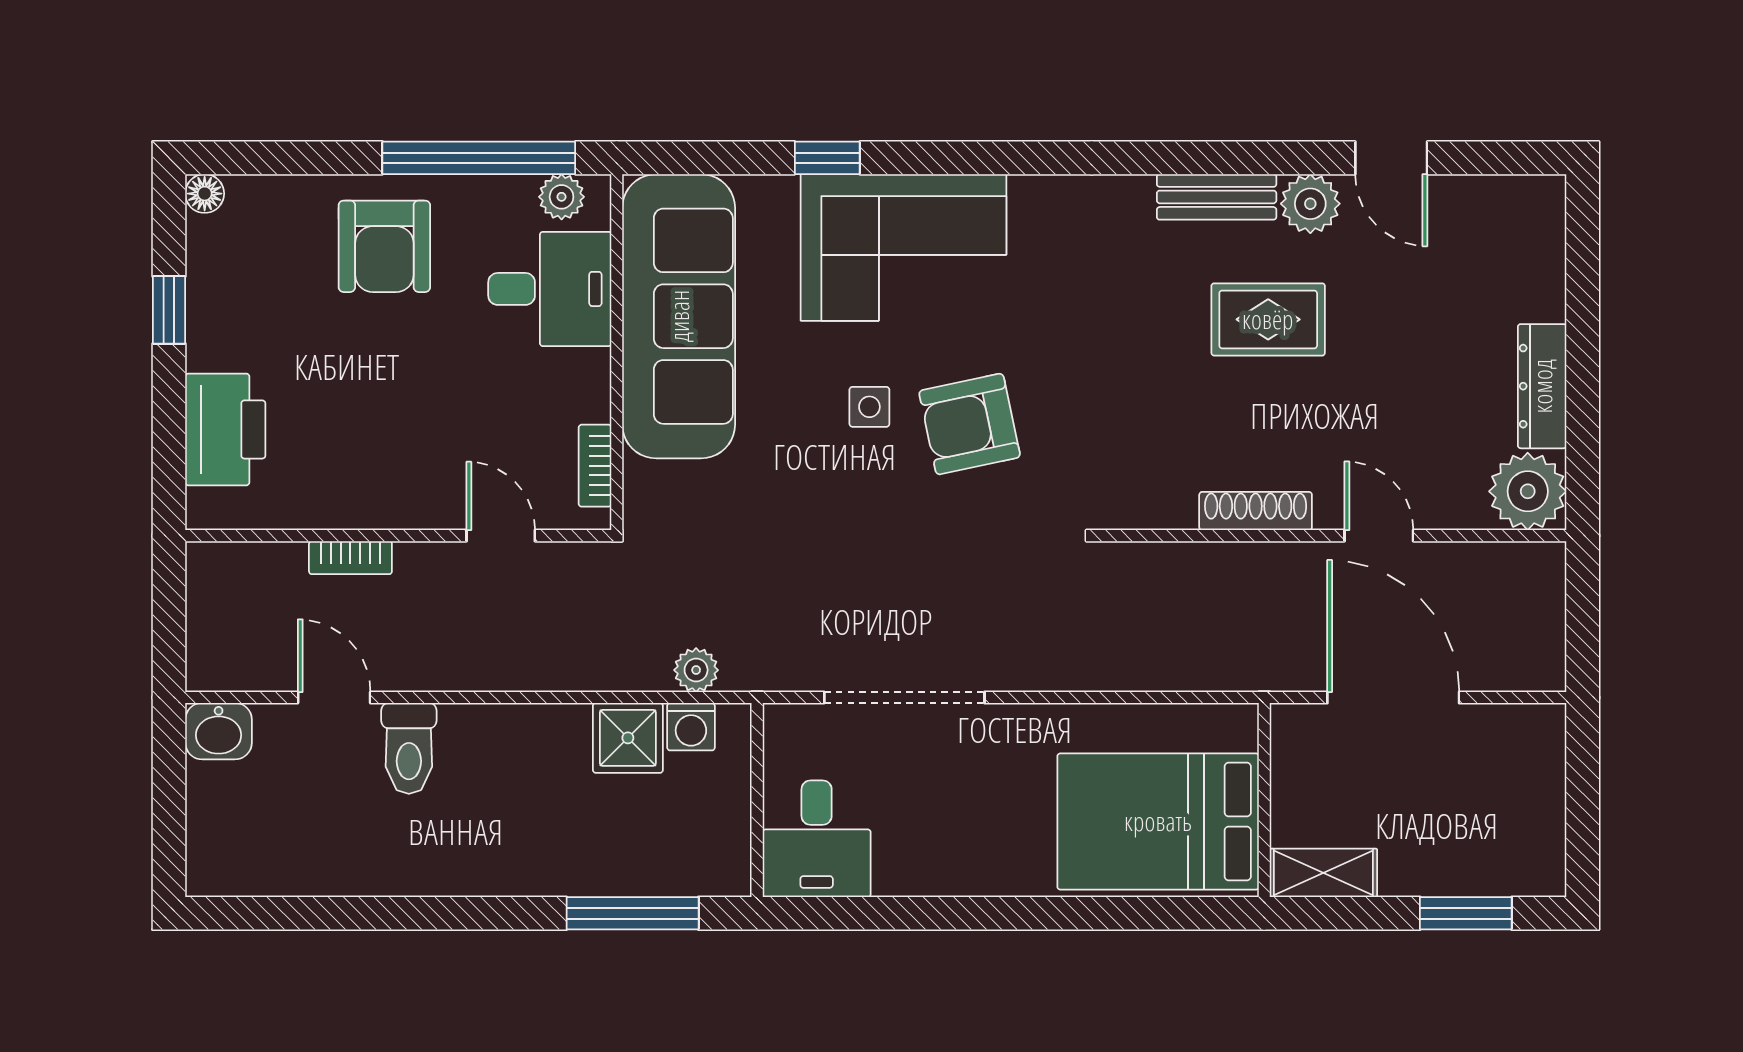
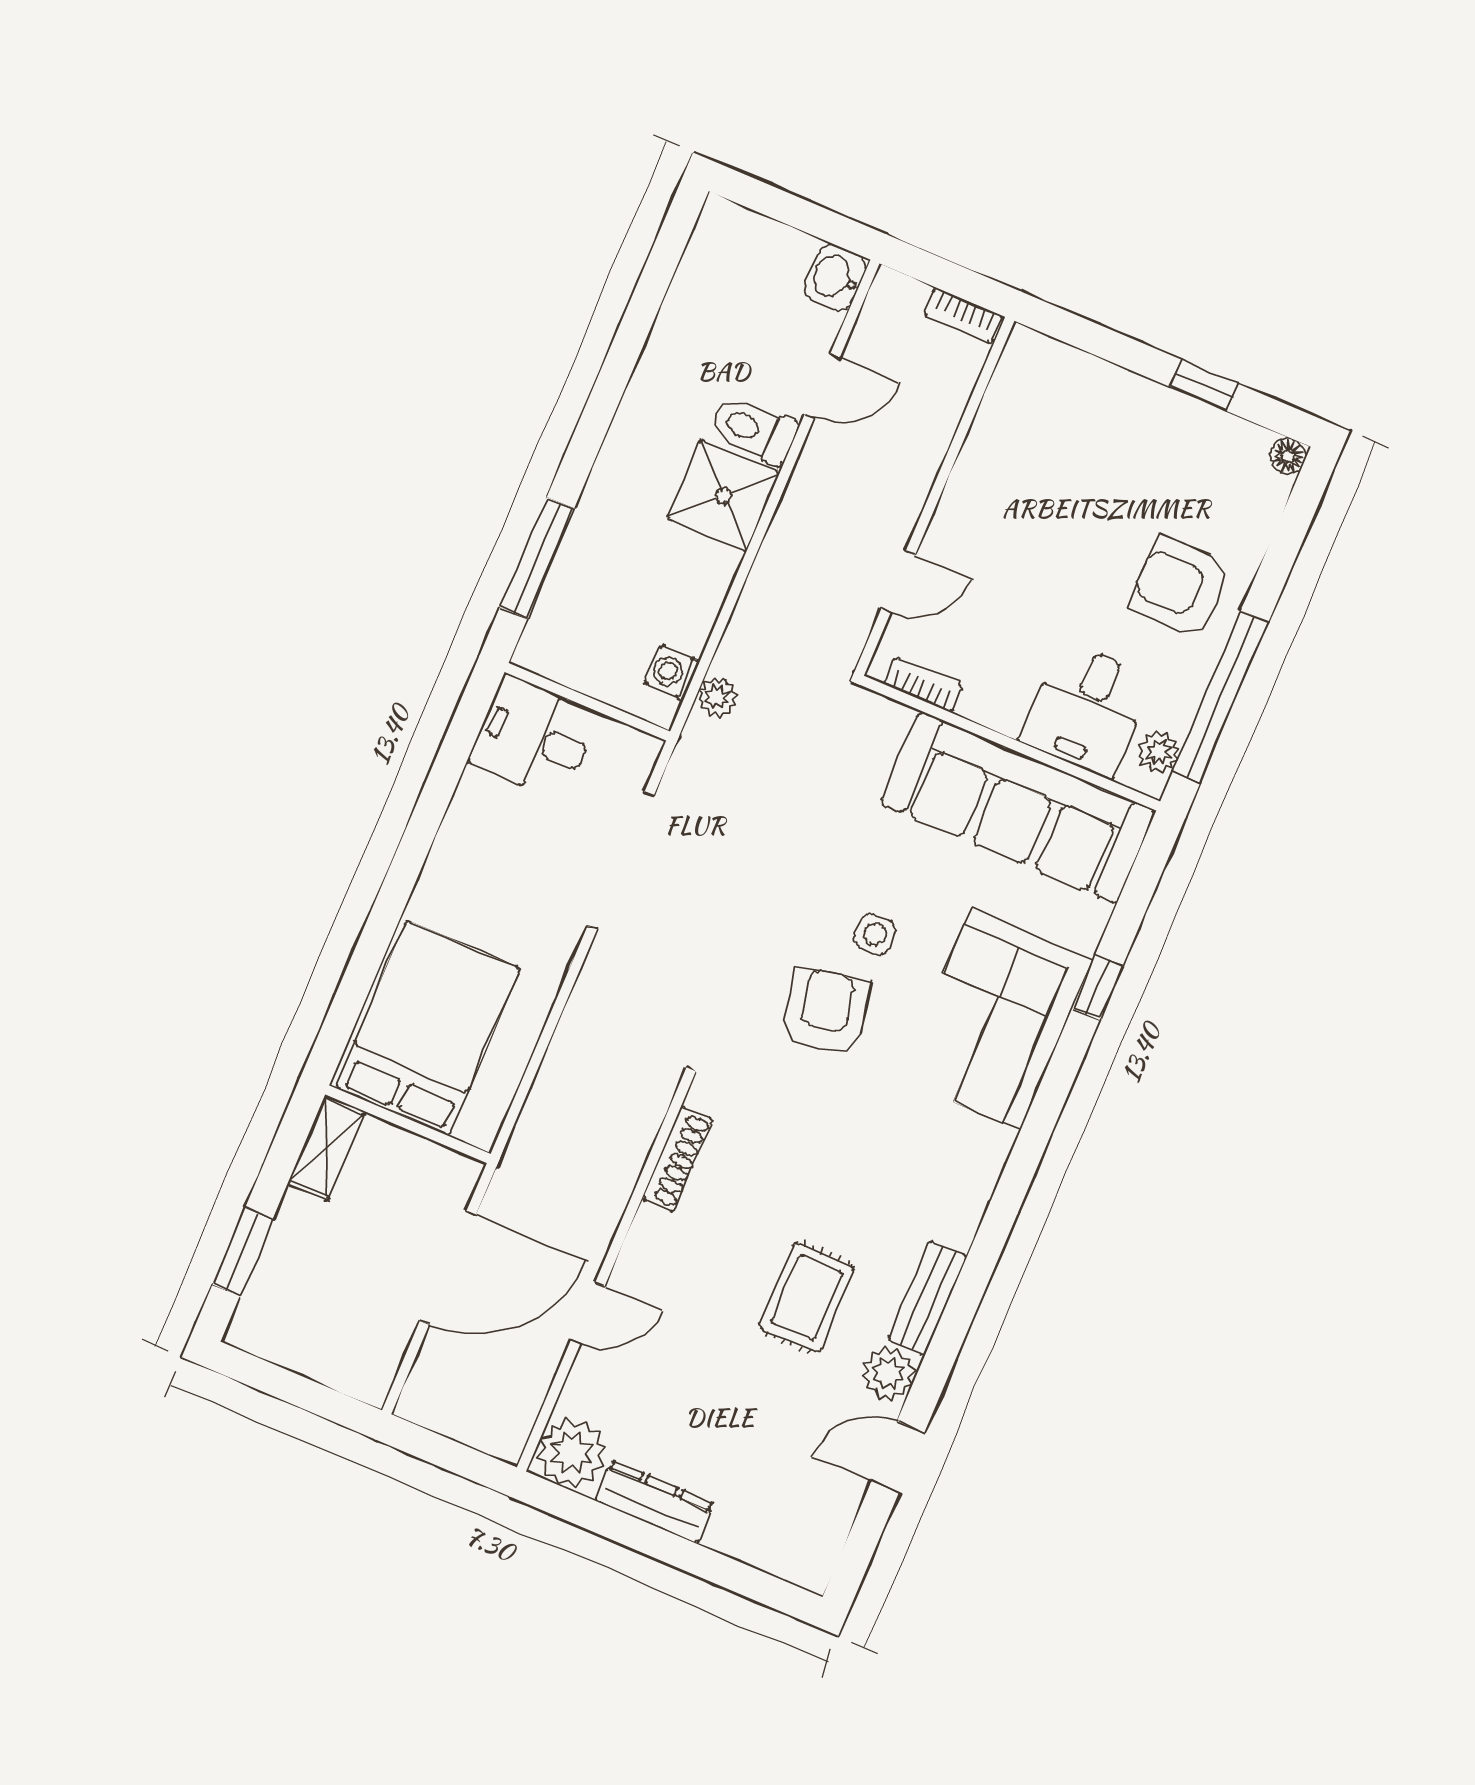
printer: (225, 429) -> (1084, 390), removed
shoe rack: (1256, 511) -> (677, 1159), moved
bookcase: (350, 558) -> (964, 316), moved, turned -90
shower: (628, 738) -> (723, 496), moved, width x1.36, depth x1.36

